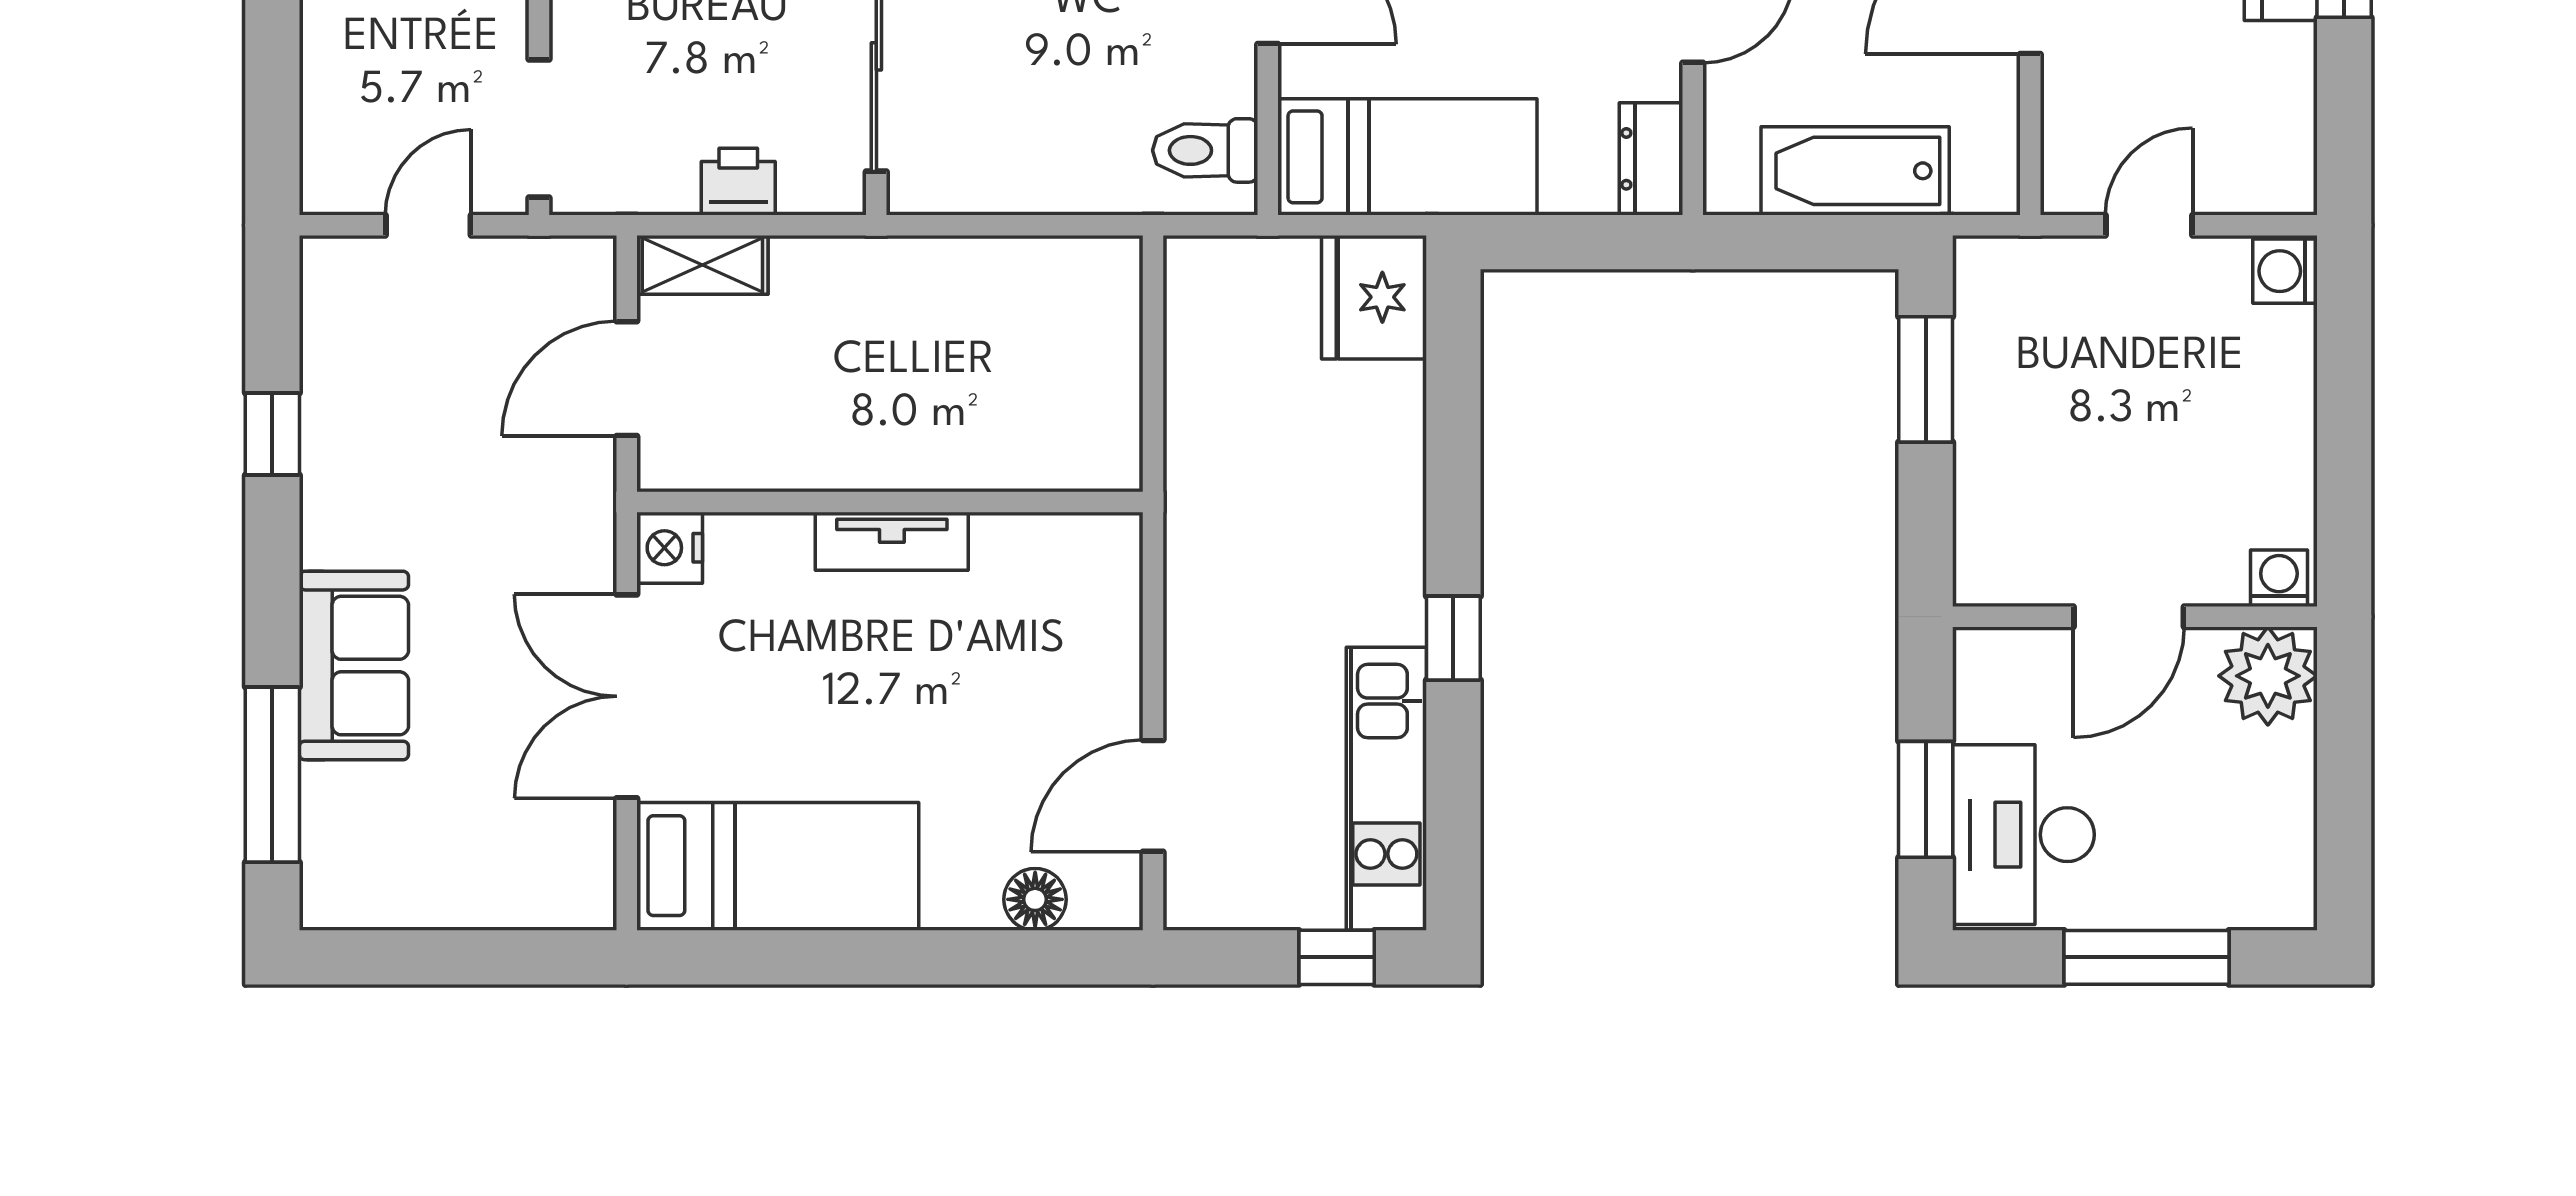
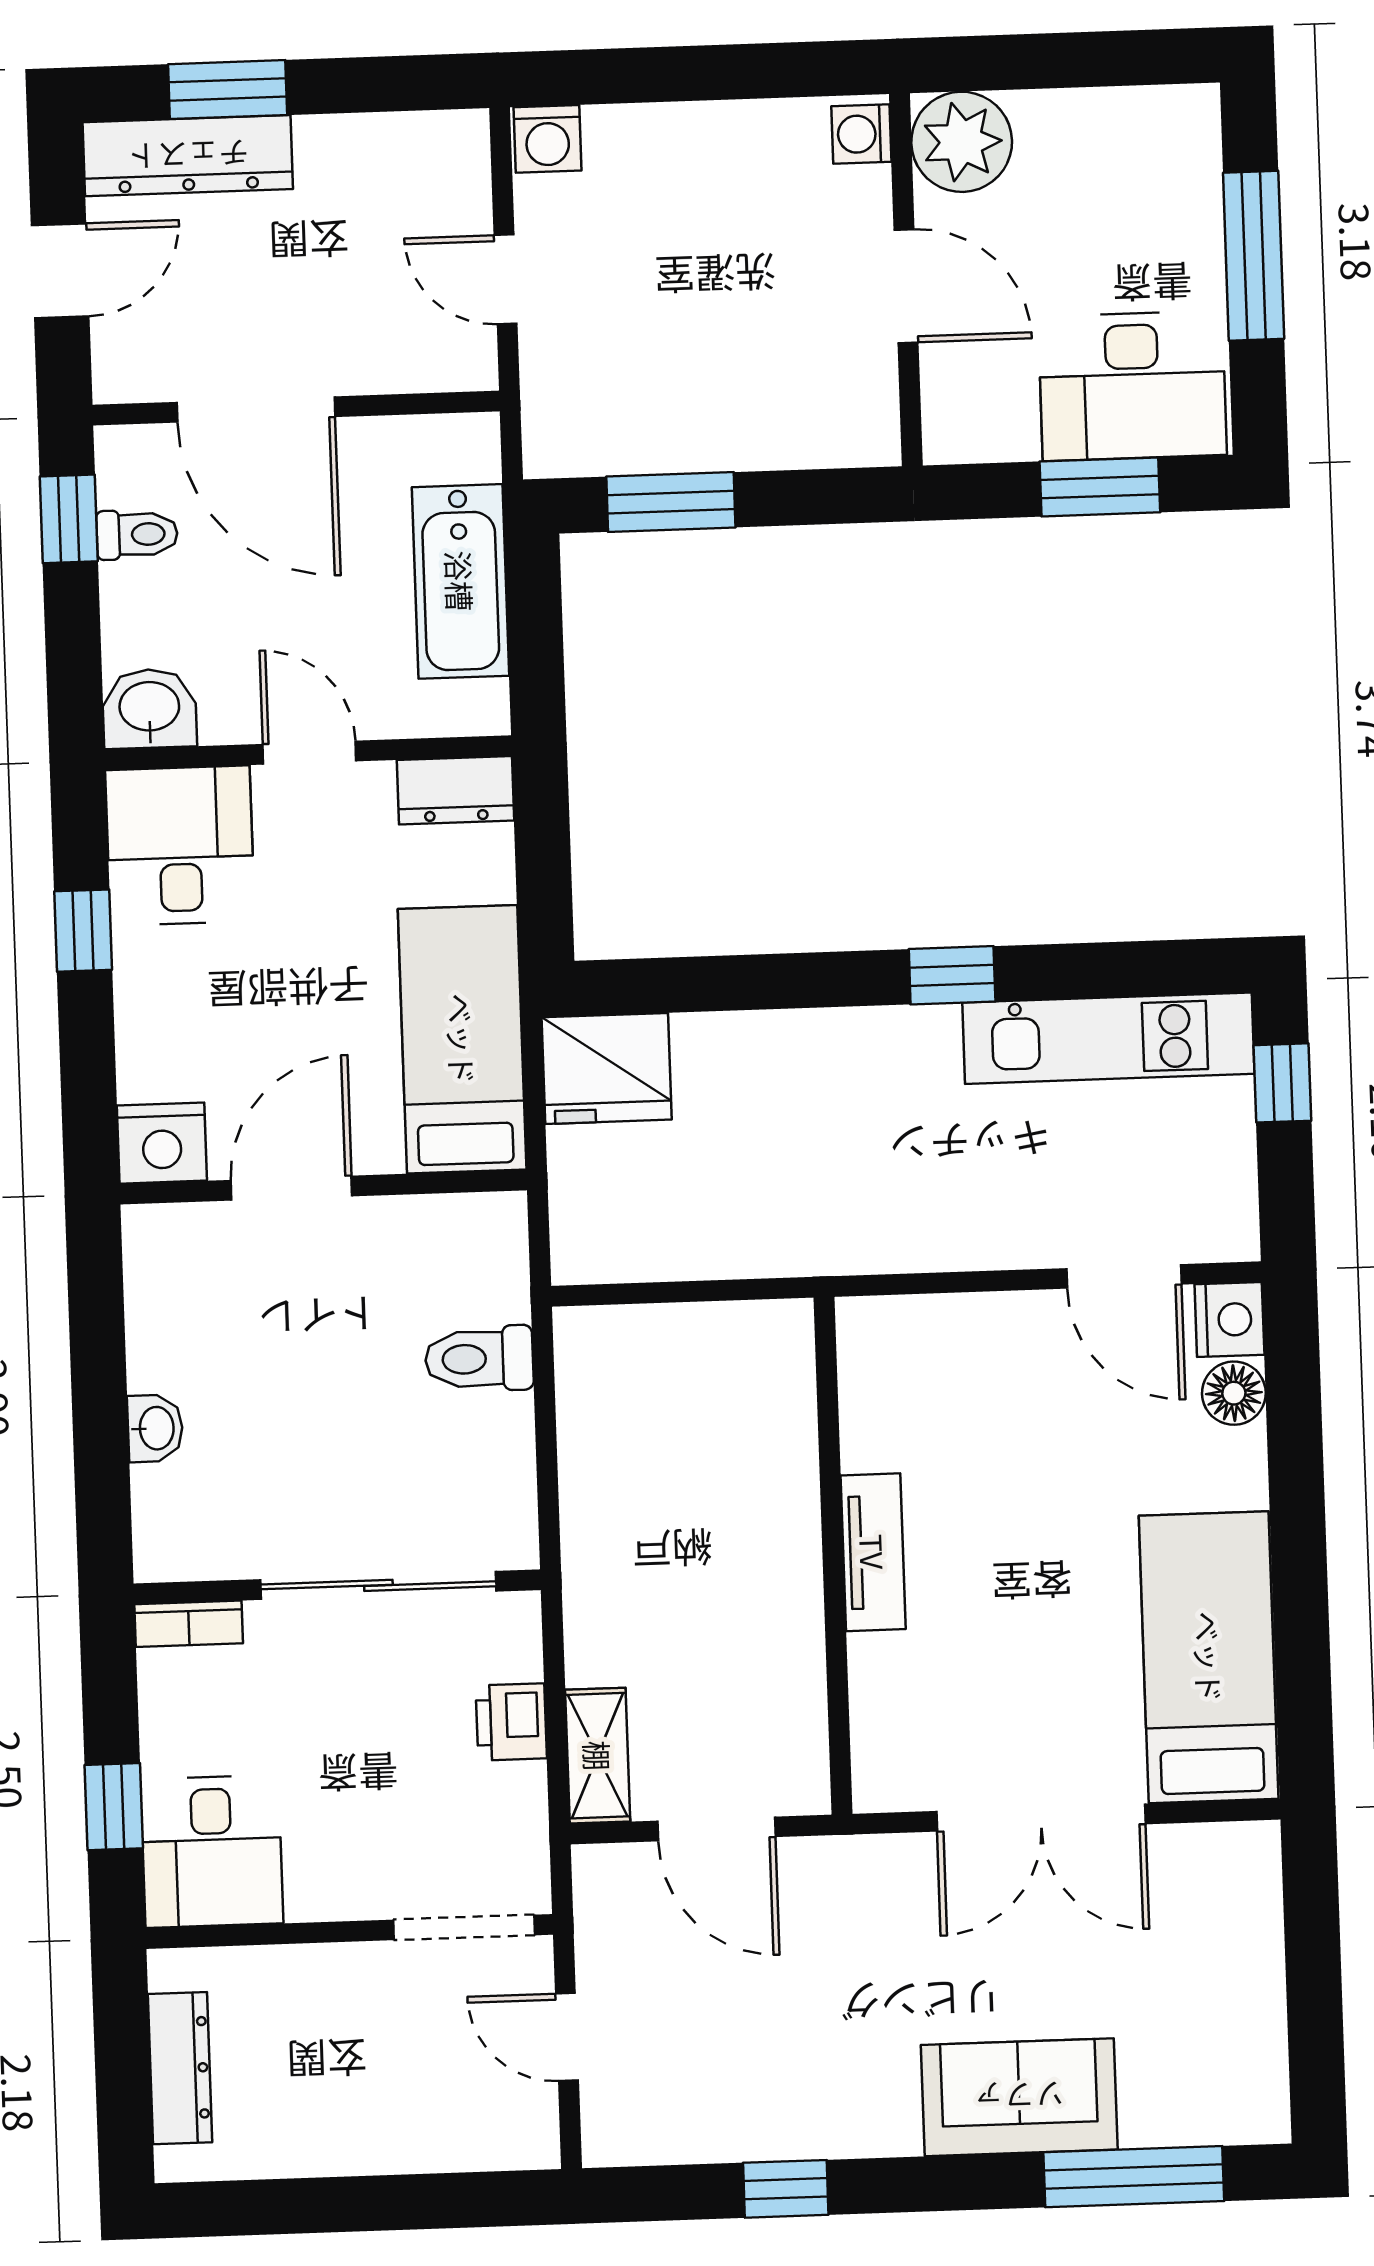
toilet: (1205, 150) -> (479, 1359), moved, turned 90
nightstand: (670, 548) -> (1229, 1320), moved, turned -90

